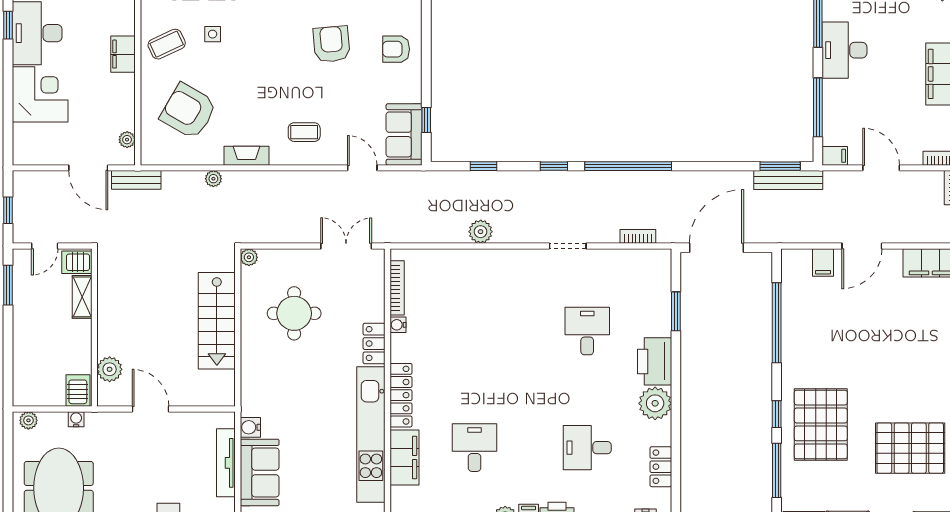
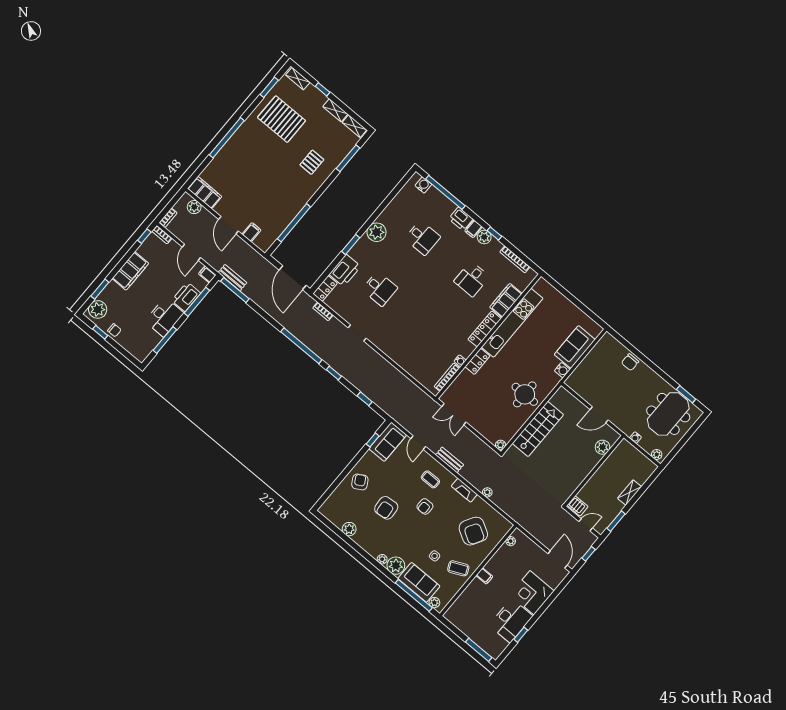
armchair: (396, 49) -> (360, 482), turned -120
filing cabinet: (123, 54) -> (484, 576), width x0.50
armchair: (281, 90) -> (425, 506), added
printer: (838, 102) -> (186, 297), added
window: (780, 166) -> (235, 290), width x1.44
door: (88, 168) -> (558, 559), moved
bench: (136, 180) -> (450, 460), moved
bench: (788, 180) -> (232, 278), width x0.73
plant: (481, 232) -> (194, 207), moved
door: (862, 246) -> (228, 225), swing flipped
door: (717, 248) -> (293, 278), hinge flipped
shelving: (82, 297) -> (630, 493), moved
window: (676, 311) -> (351, 245), moved
round table: (294, 313) -> (525, 394), moved
desk: (587, 331) -> (380, 289), turned -90
printer: (655, 361) -> (345, 270), moved
server rack: (78, 391) -> (624, 449), removed
door: (151, 409) -> (599, 415), hinge flipped
window: (777, 414) -> (327, 183), removed
pallet: (821, 424) -> (312, 162), width x0.49, depth x0.50
tv unit: (226, 463) -> (586, 364), removed
locker: (661, 467) -> (325, 288), moved

